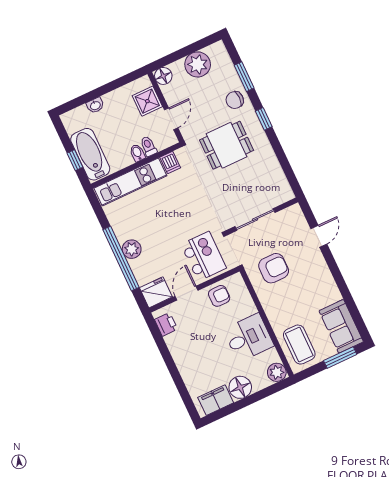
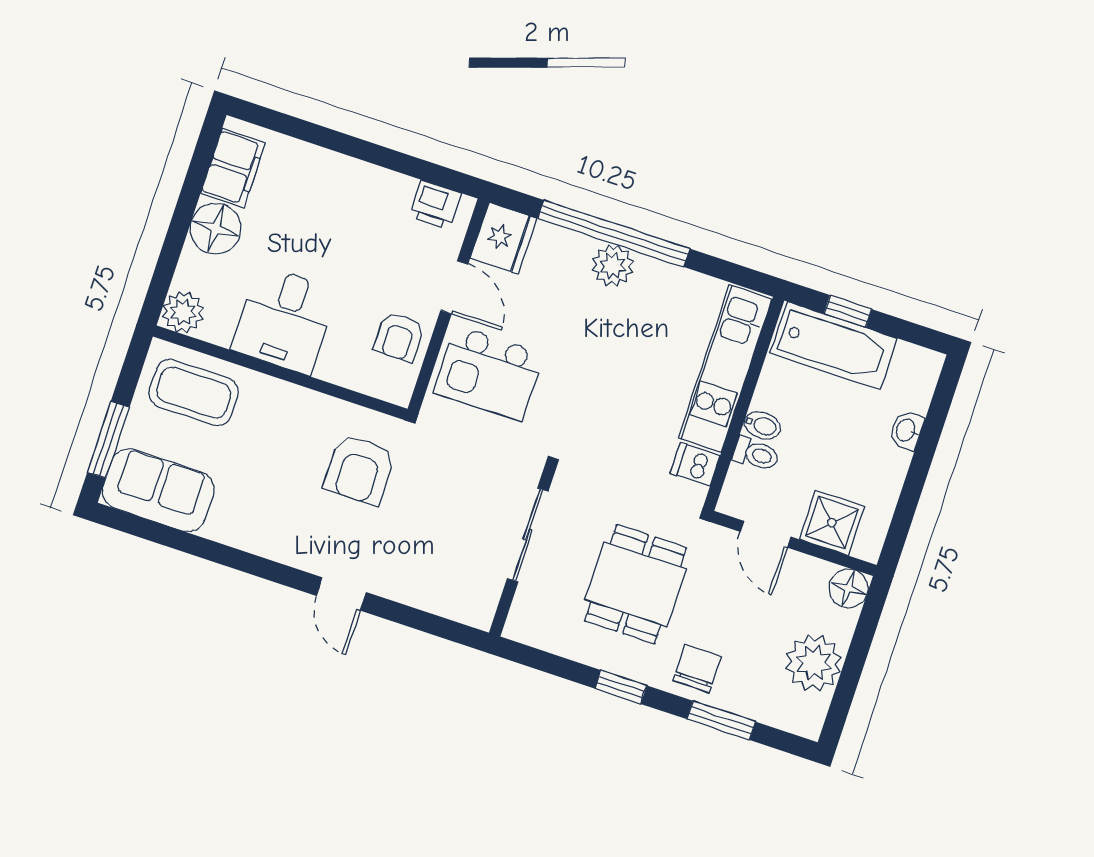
wall: (262, 216) -> (522, 552), moved
sliding door: (255, 219) -> (528, 535), moved

